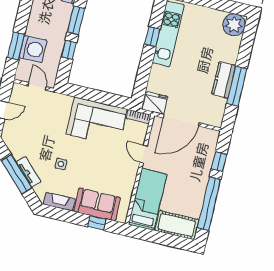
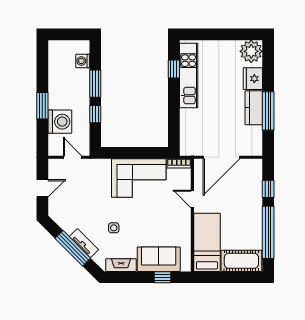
window: (152, 37) -> (174, 69), moved
window: (16, 46) -> (42, 106), moved
fridge: (155, 103) -> (253, 79), moved, turned -90

